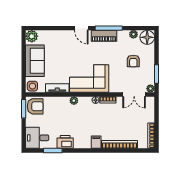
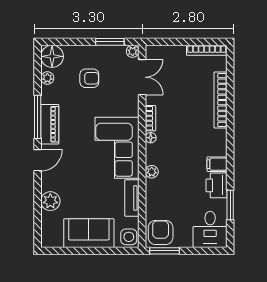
plant: (32, 36) -> (50, 201), moved
filing cabinet: (96, 142) -> (217, 164), moved

